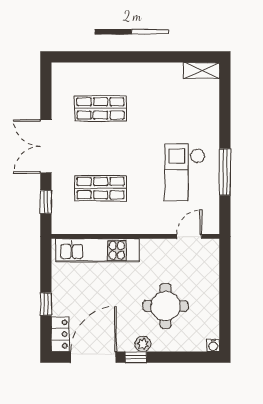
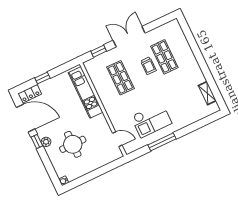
shelving: (202, 70) -> (207, 93), moved
trolley: (103, 138) -> (148, 66), added
checkout: (185, 172) -> (151, 120), turned 180

